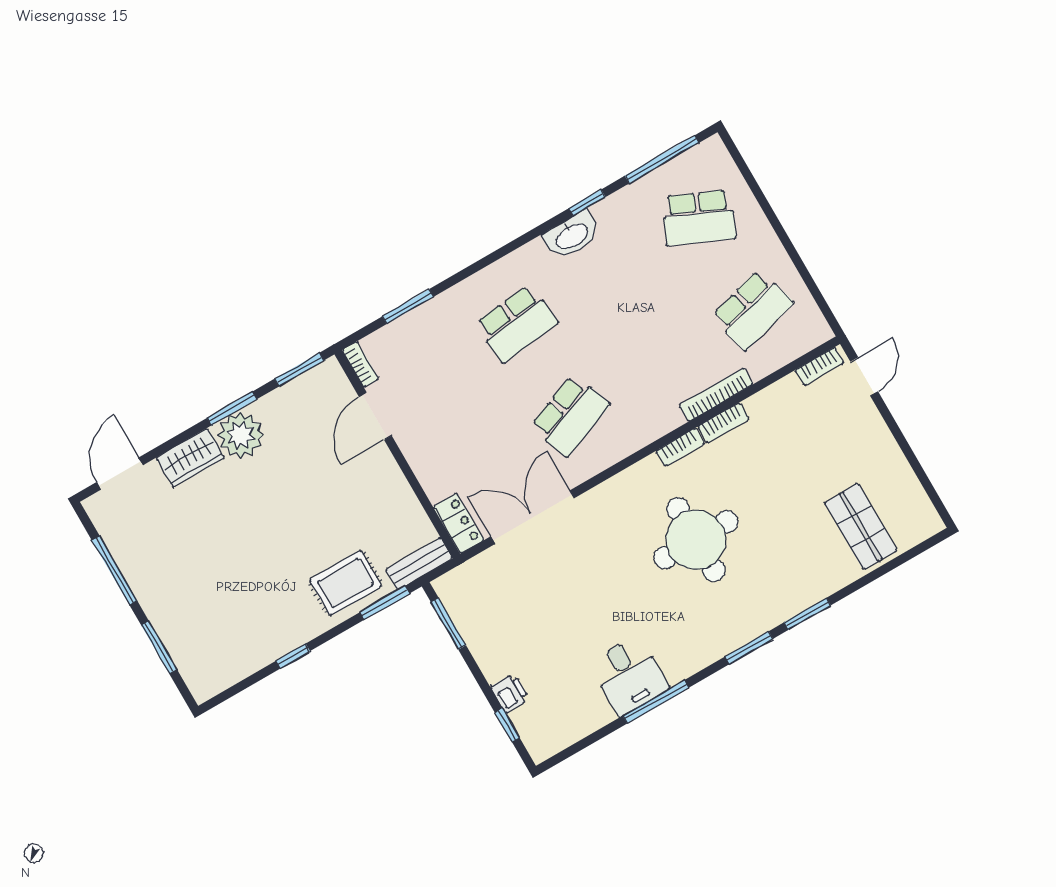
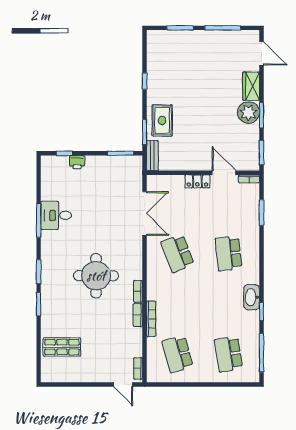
school desk: (699, 218) -> (228, 354), turned -33
locker: (458, 523) -> (197, 181), moved

